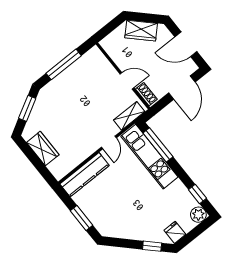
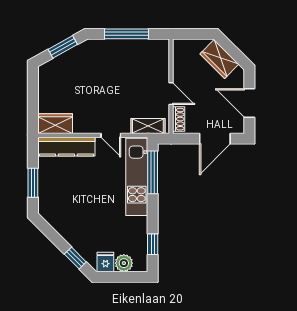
door: (109, 143) -> (111, 135), hinge flipped
wardrobe: (43, 149) -> (55, 124), moved, turned -90
plant: (198, 215) -> (124, 263), moved

